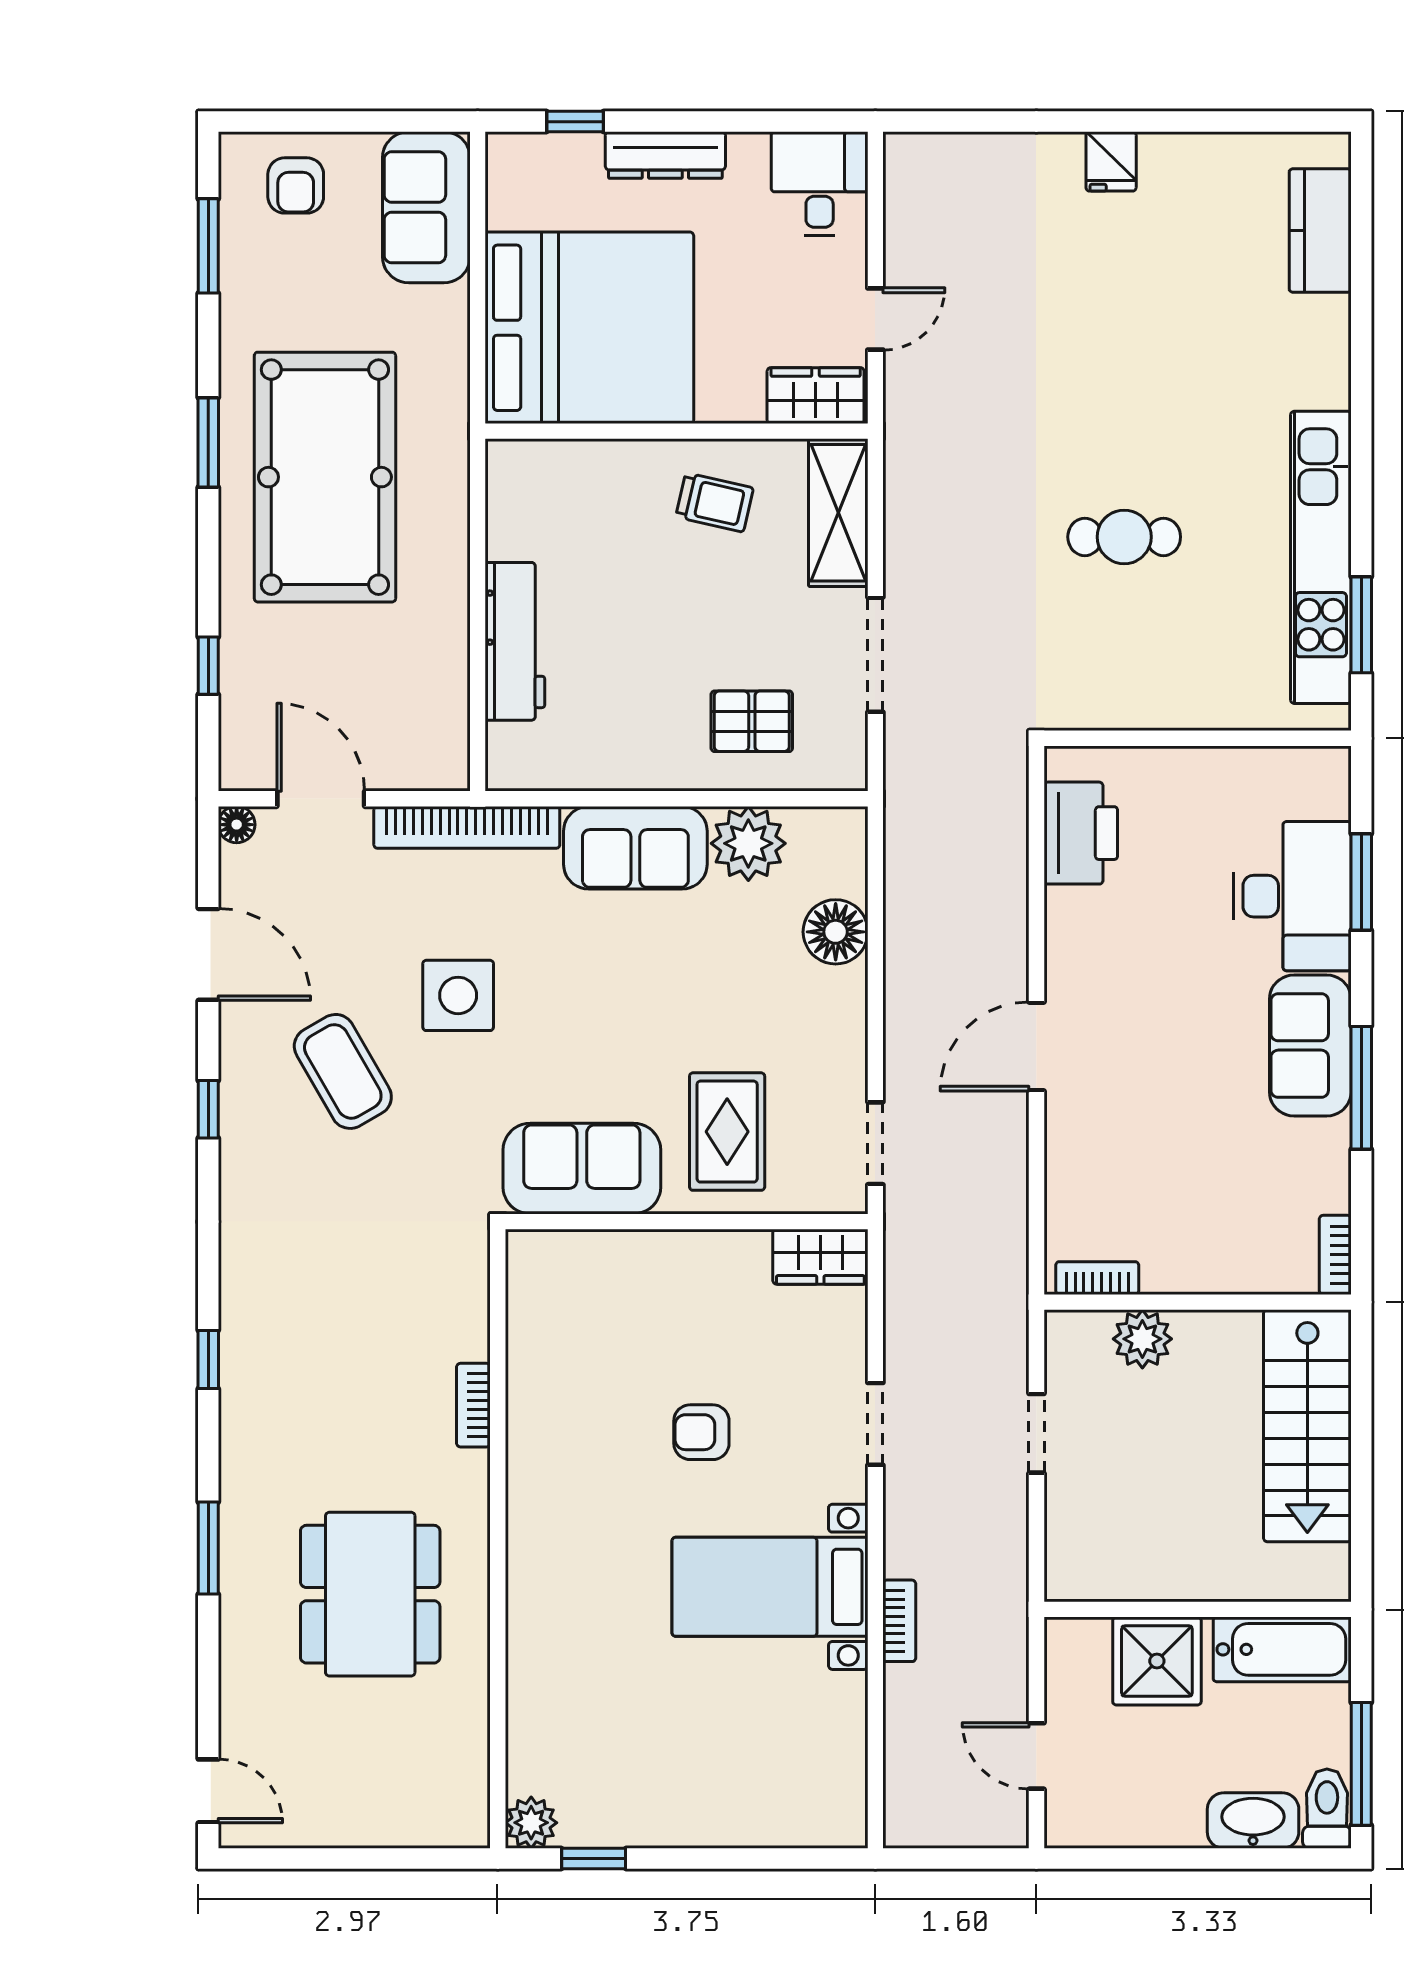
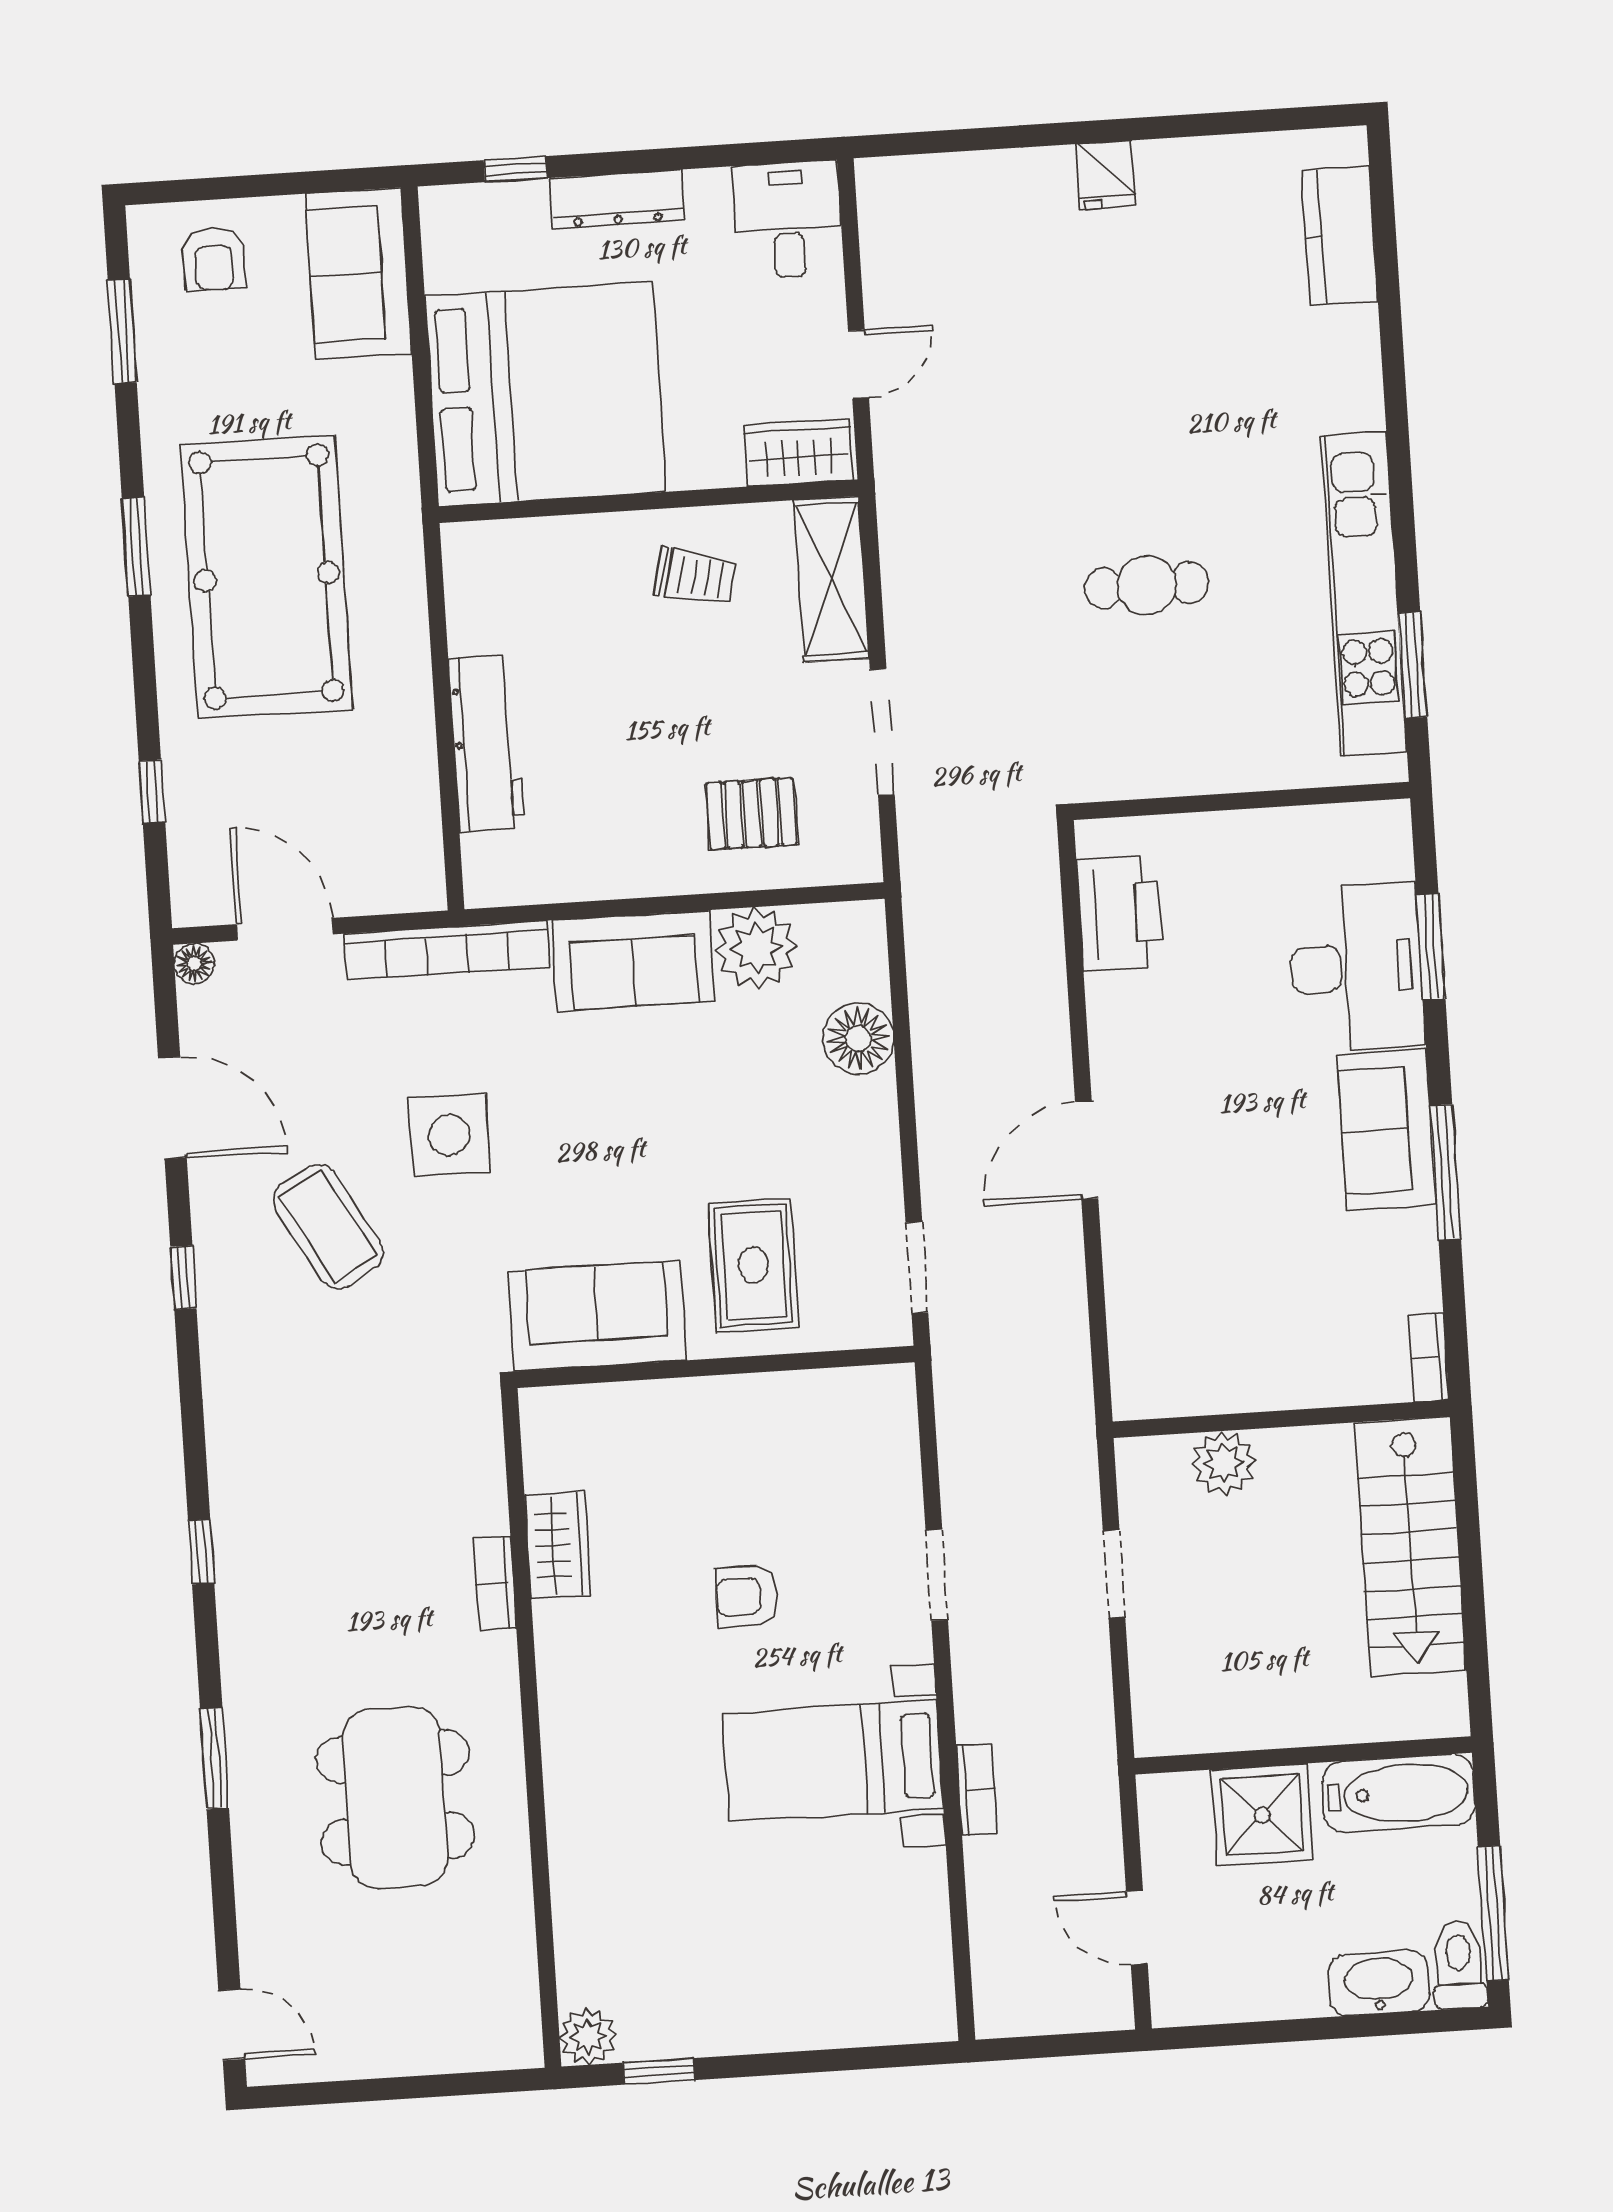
wardrobe: (820, 1257) -> (558, 1545), moved, turned -90
bookcase: (1097, 1278) -> (1170, 1400), removed

